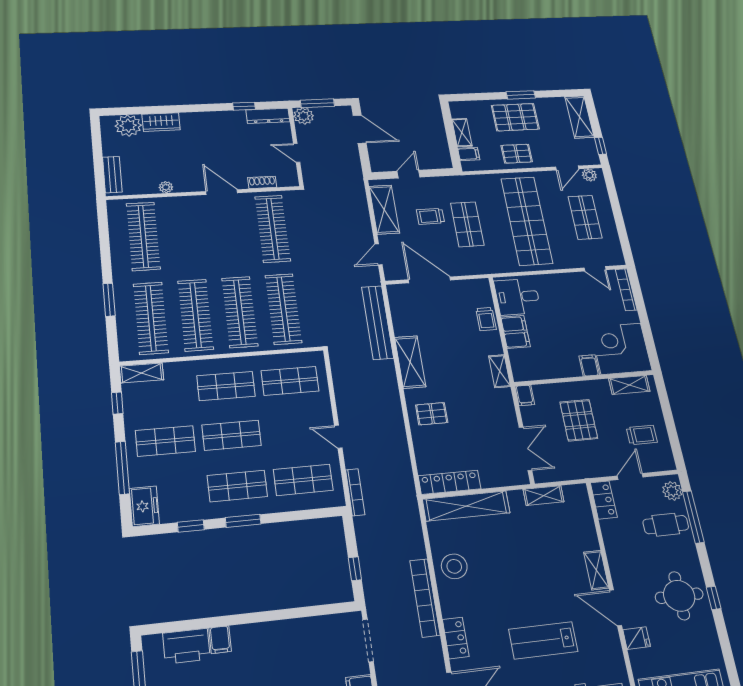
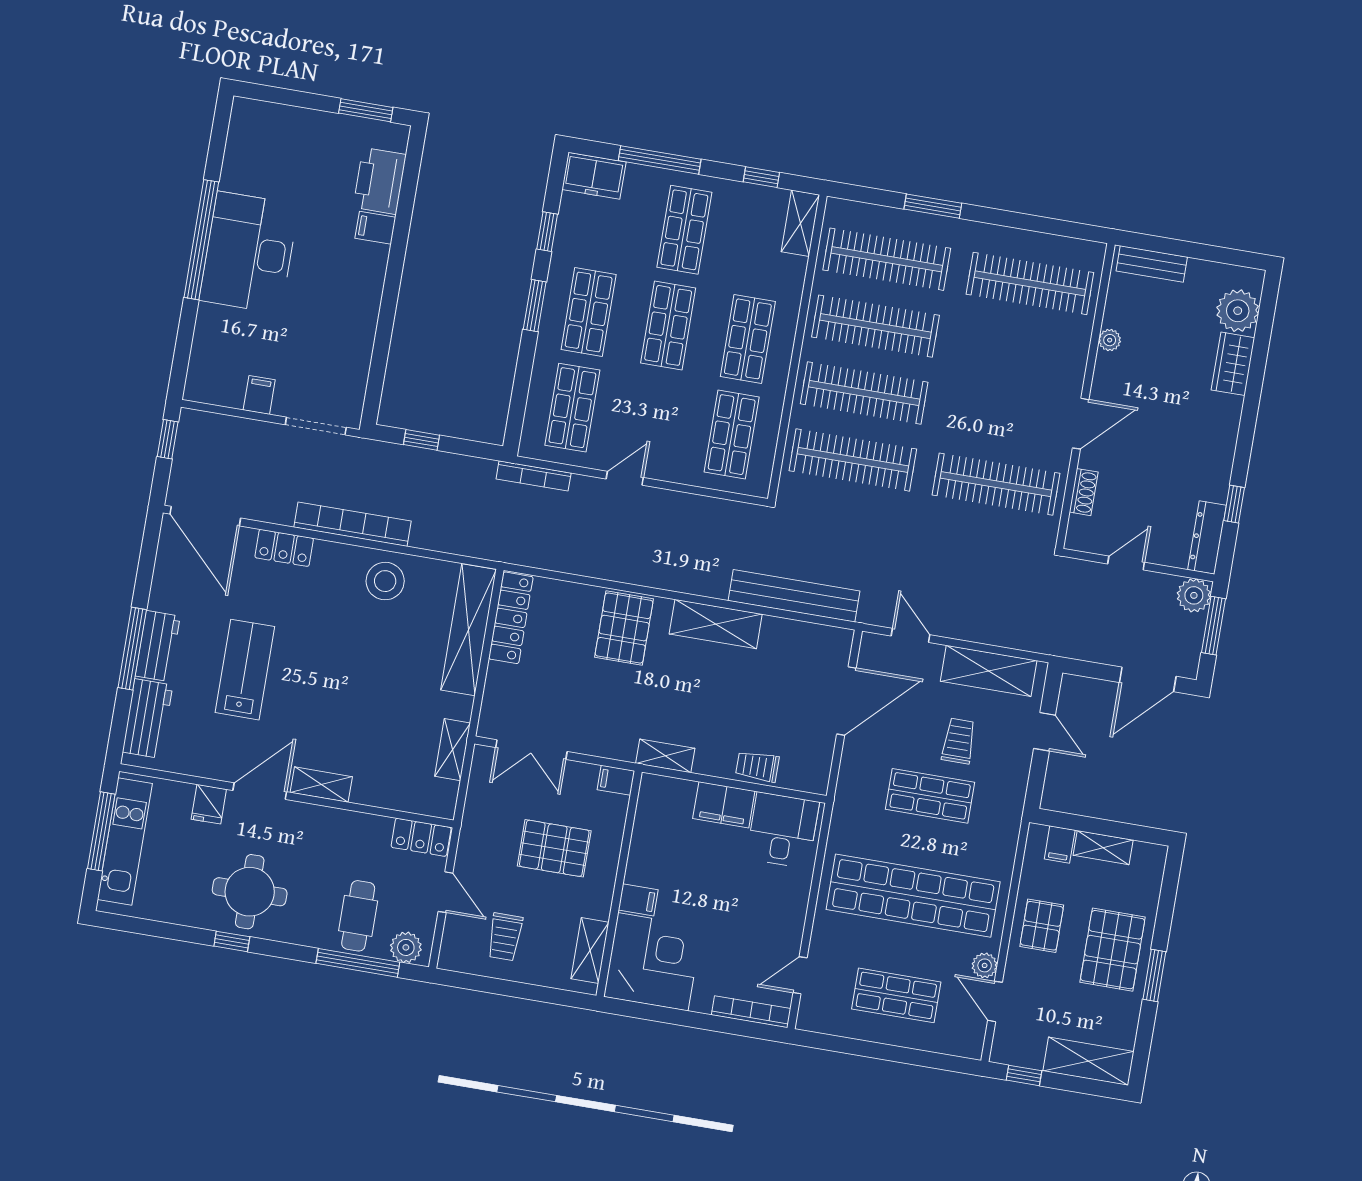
plant: (589, 175) -> (985, 965), moved
pallet: (432, 414) -> (624, 628), width x1.50, depth x1.42

